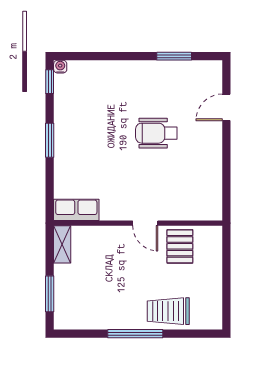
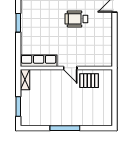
row of seats: (76, 210) -> (39, 61), width x1.48
pallet: (180, 246) -> (89, 81), turned 90
trolley: (168, 311) -> (83, 116), removed

